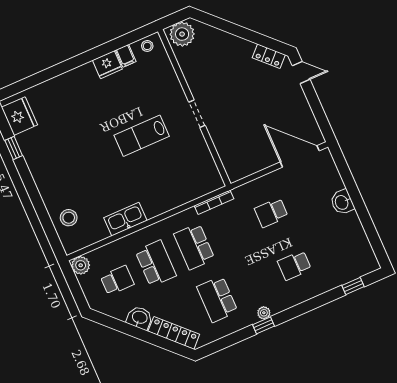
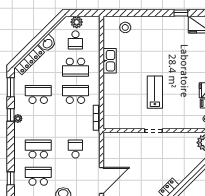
school desk: (333, 248) -> (38, 176), added
plant: (81, 265) -> (77, 22), moved
school desk: (294, 265) -> (38, 149), width x1.85
window: (224, 343) -> (11, 87), added

